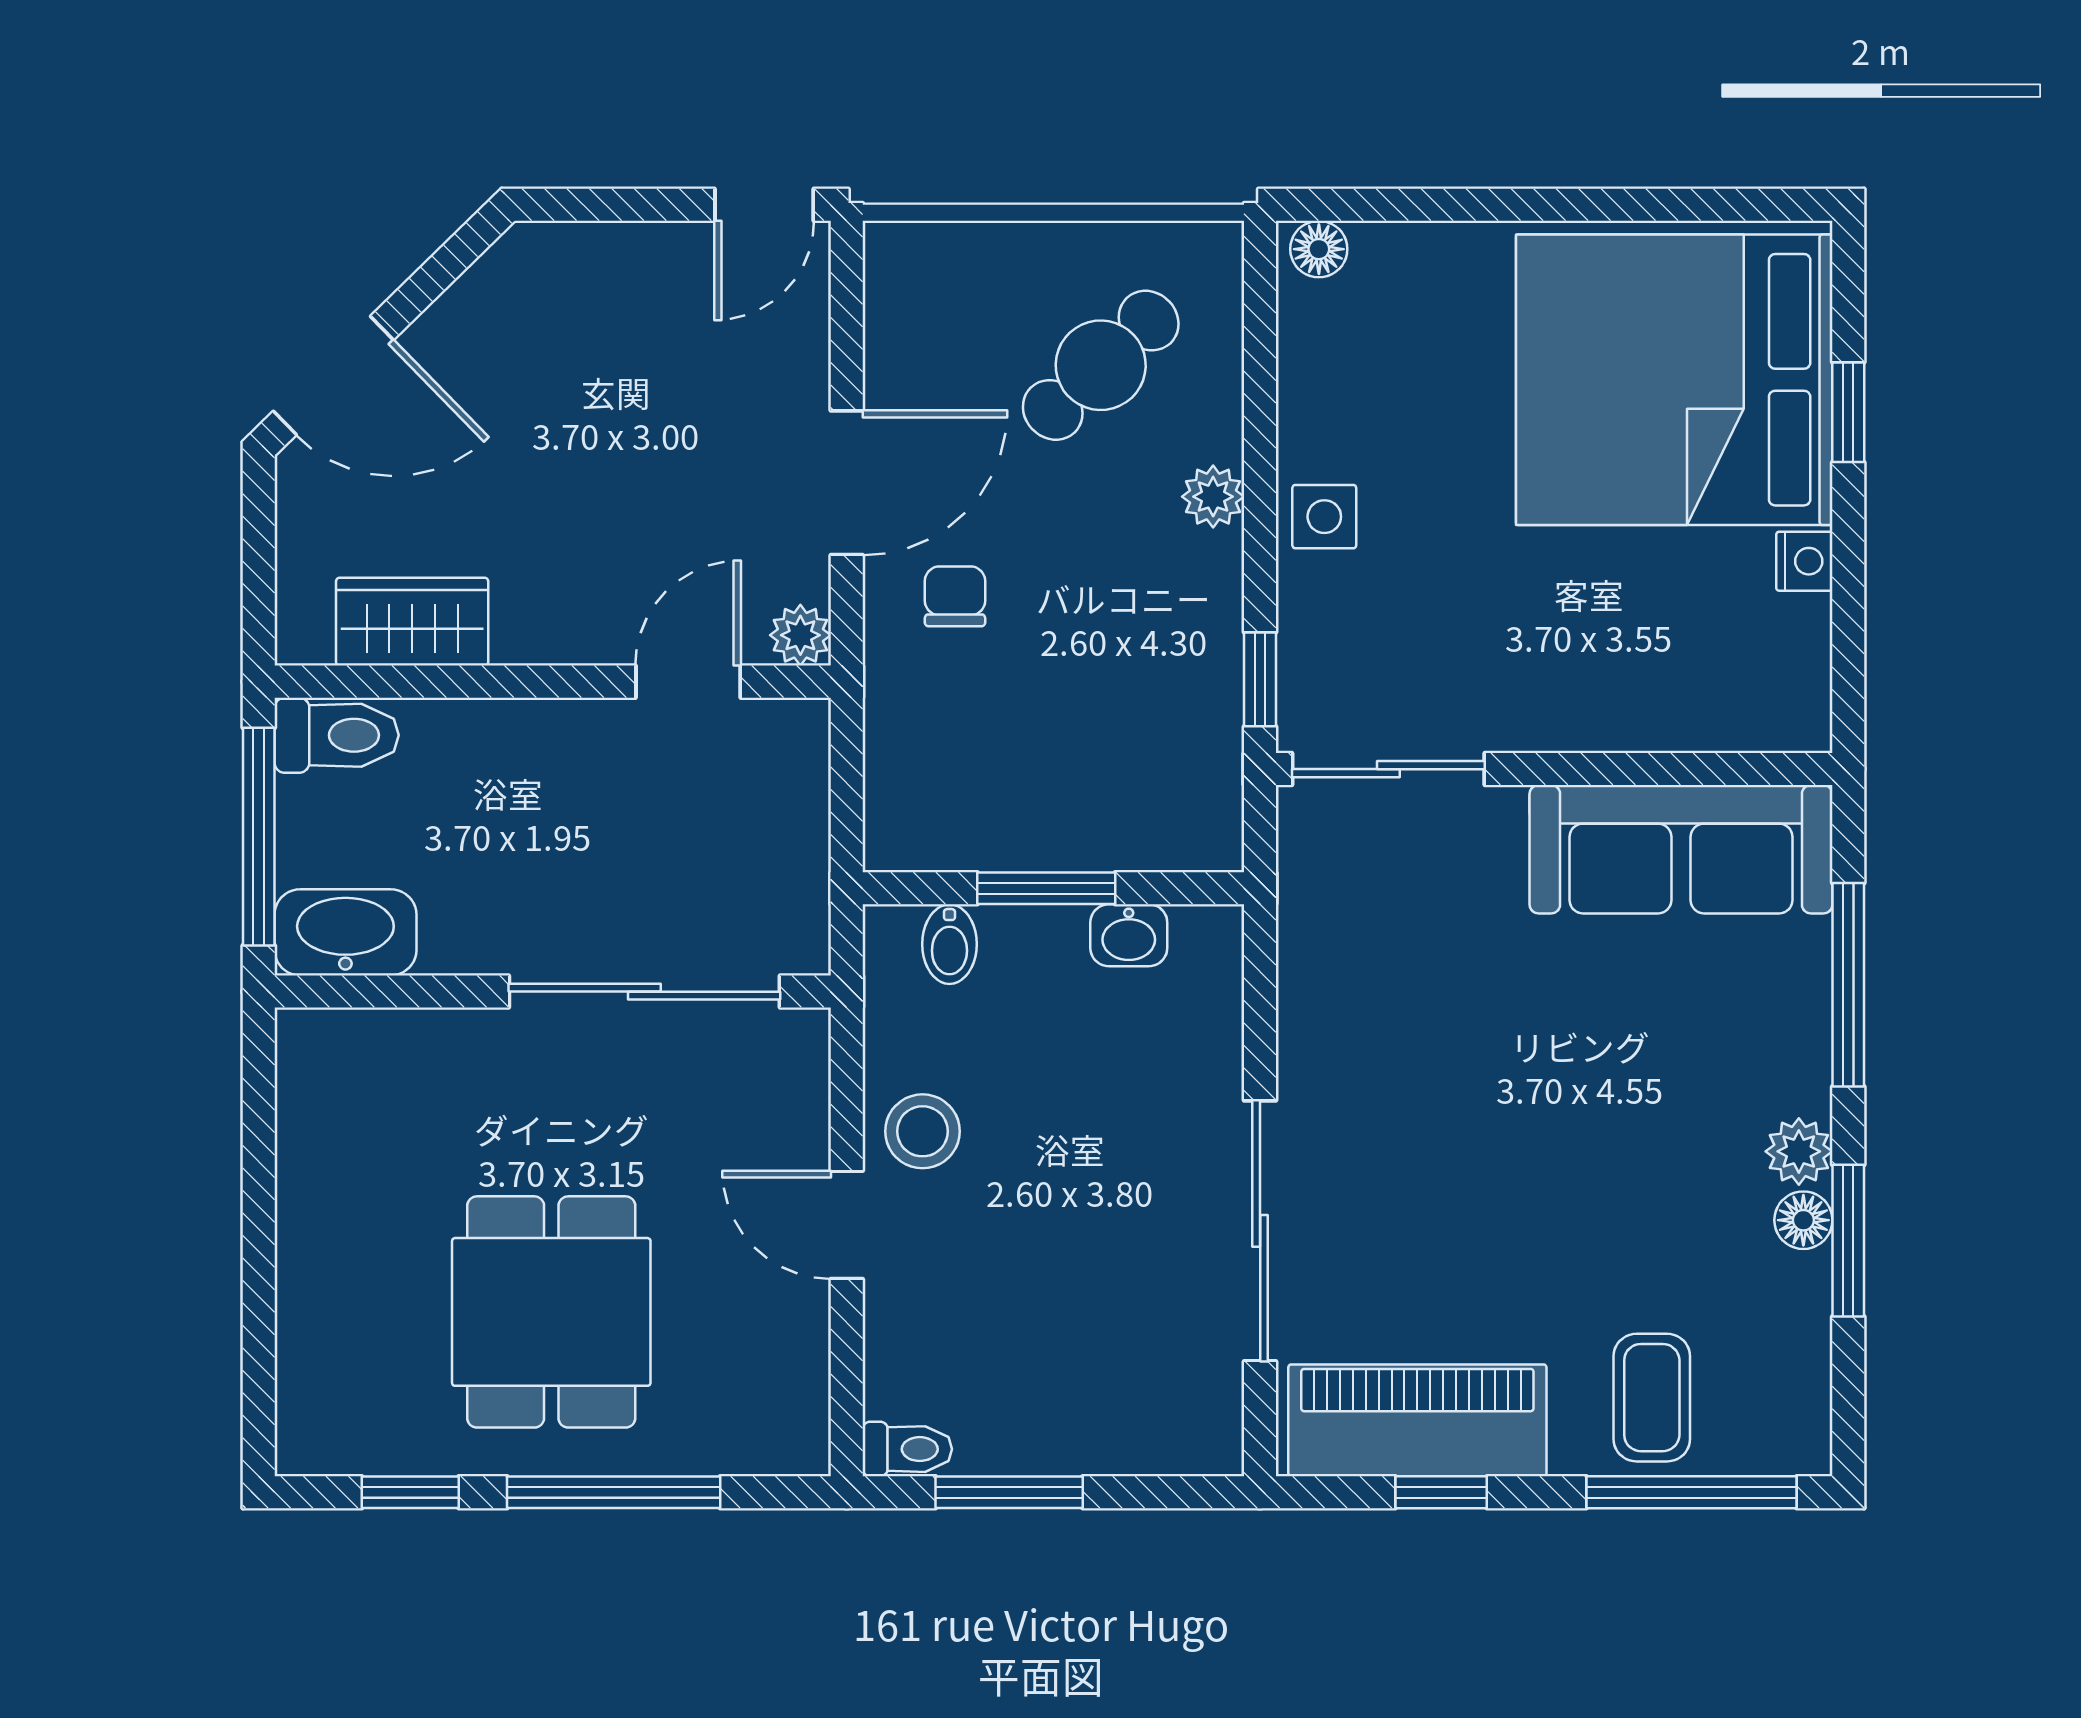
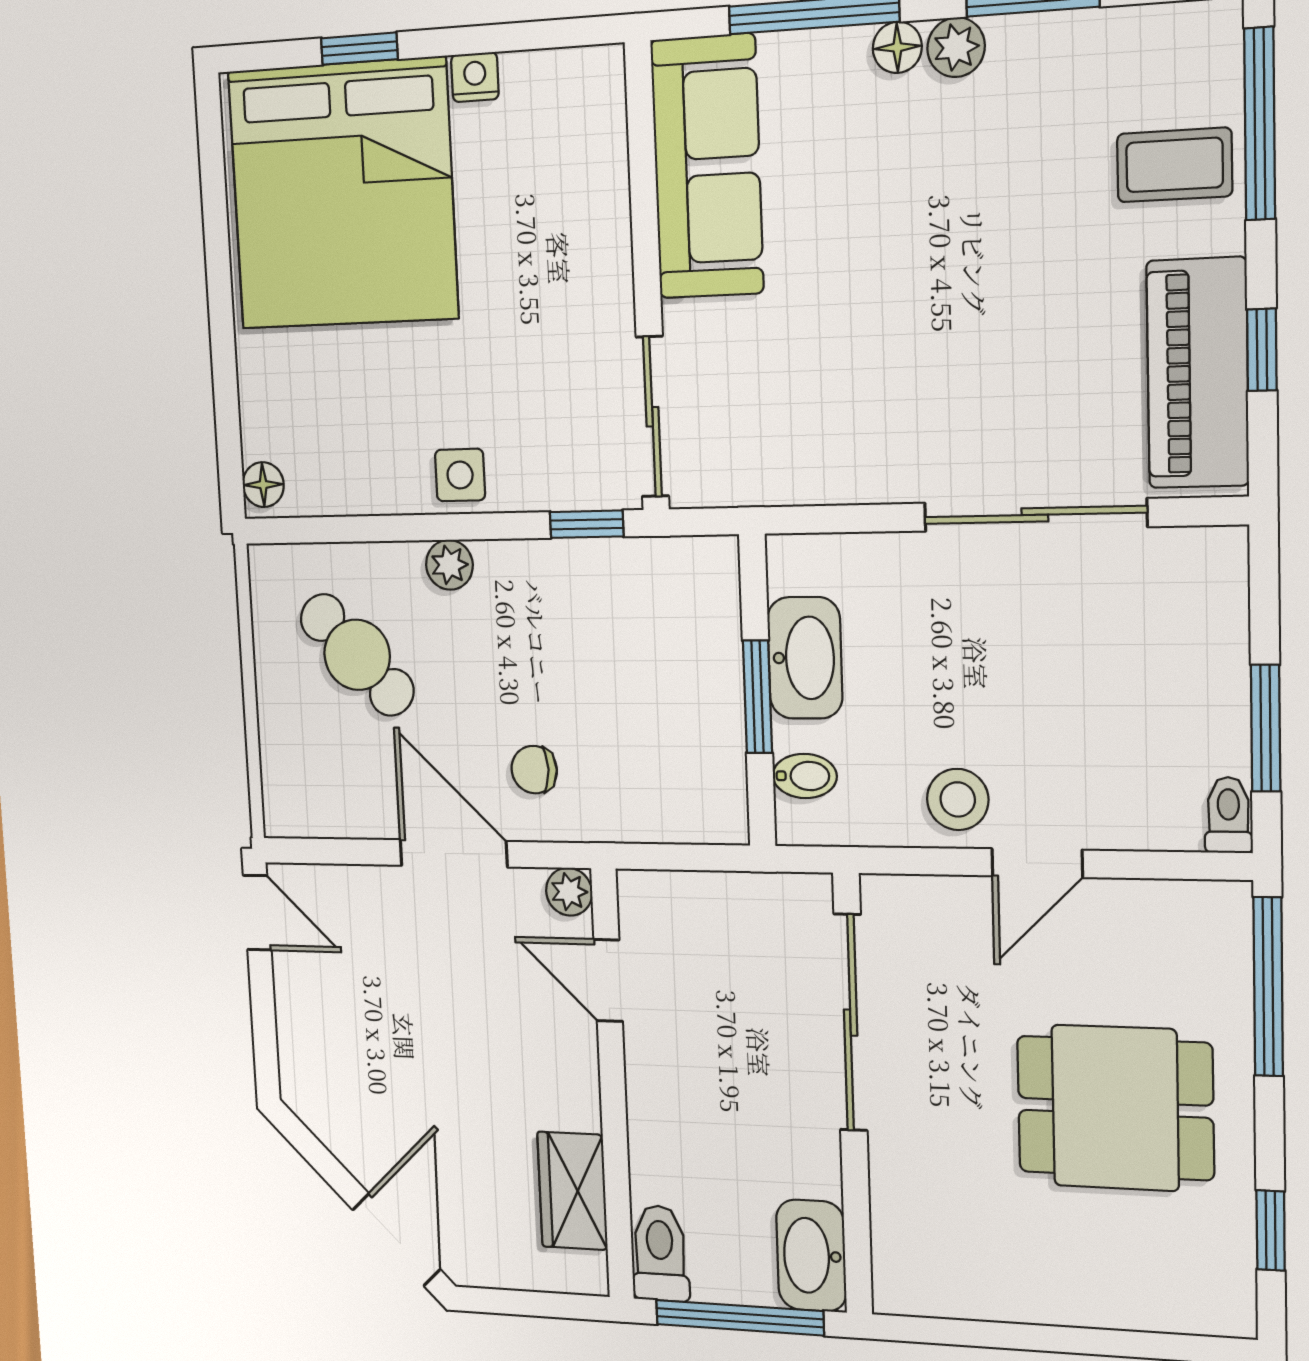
washbasin: (1129, 935) -> (805, 658), width x1.91, depth x1.45
floor lamp: (1803, 1220) -> (897, 47), moved
window: (614, 1492) -> (1268, 987), moved

